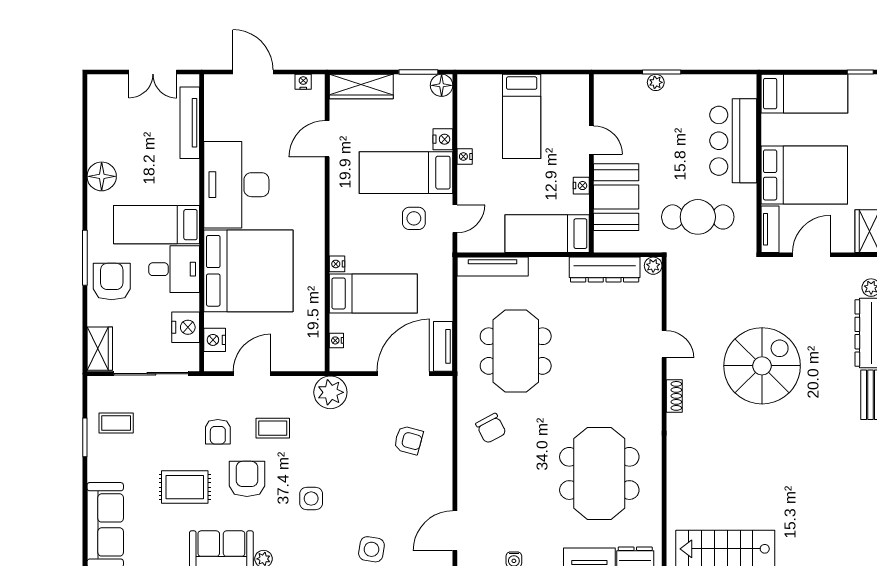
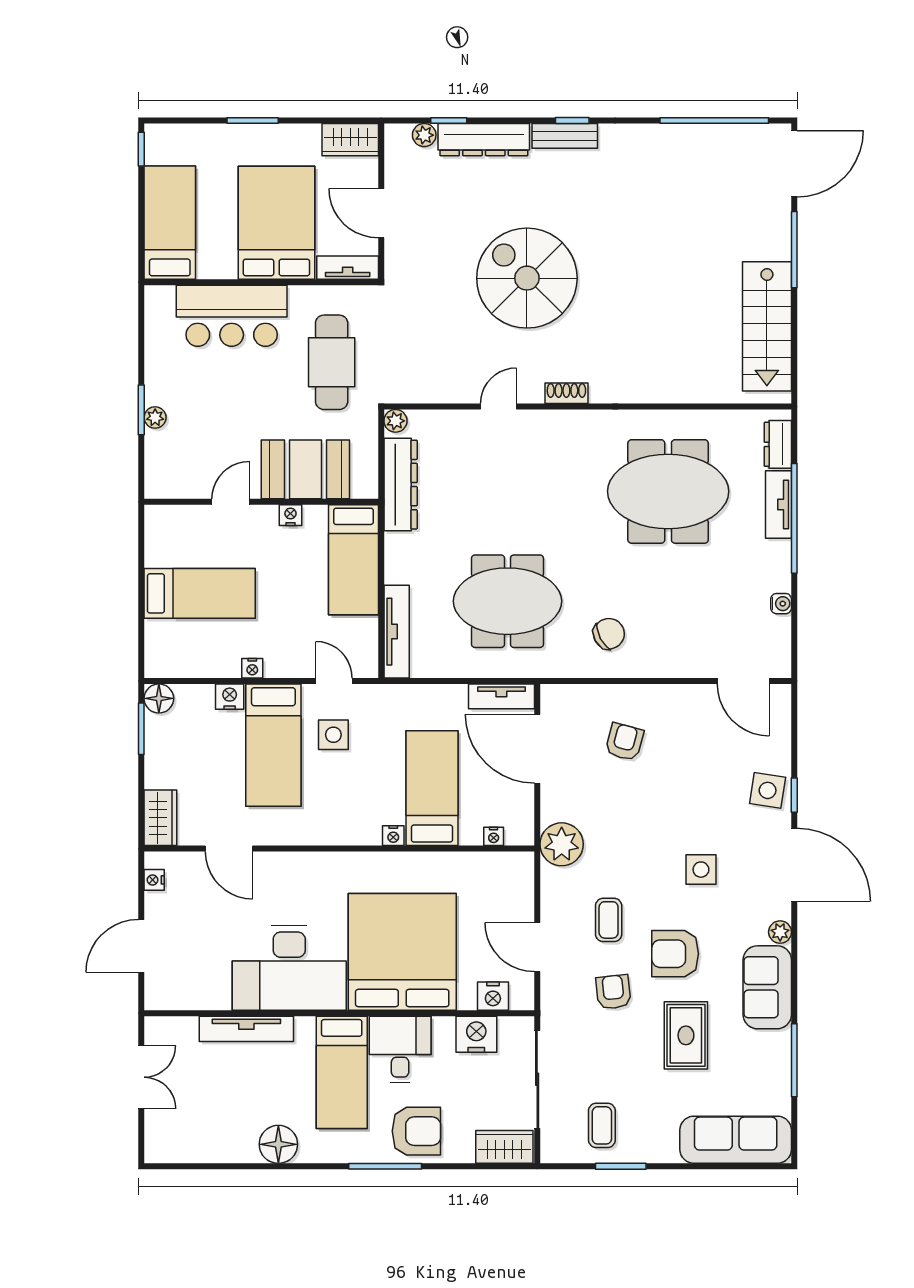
wardrobe: (361, 86) -> (160, 818), width x0.67
tv unit: (190, 123) -> (246, 1029), moved
armchair: (112, 282) -> (416, 1131), turned 180
armchair: (218, 432) -> (613, 992), turned -96

